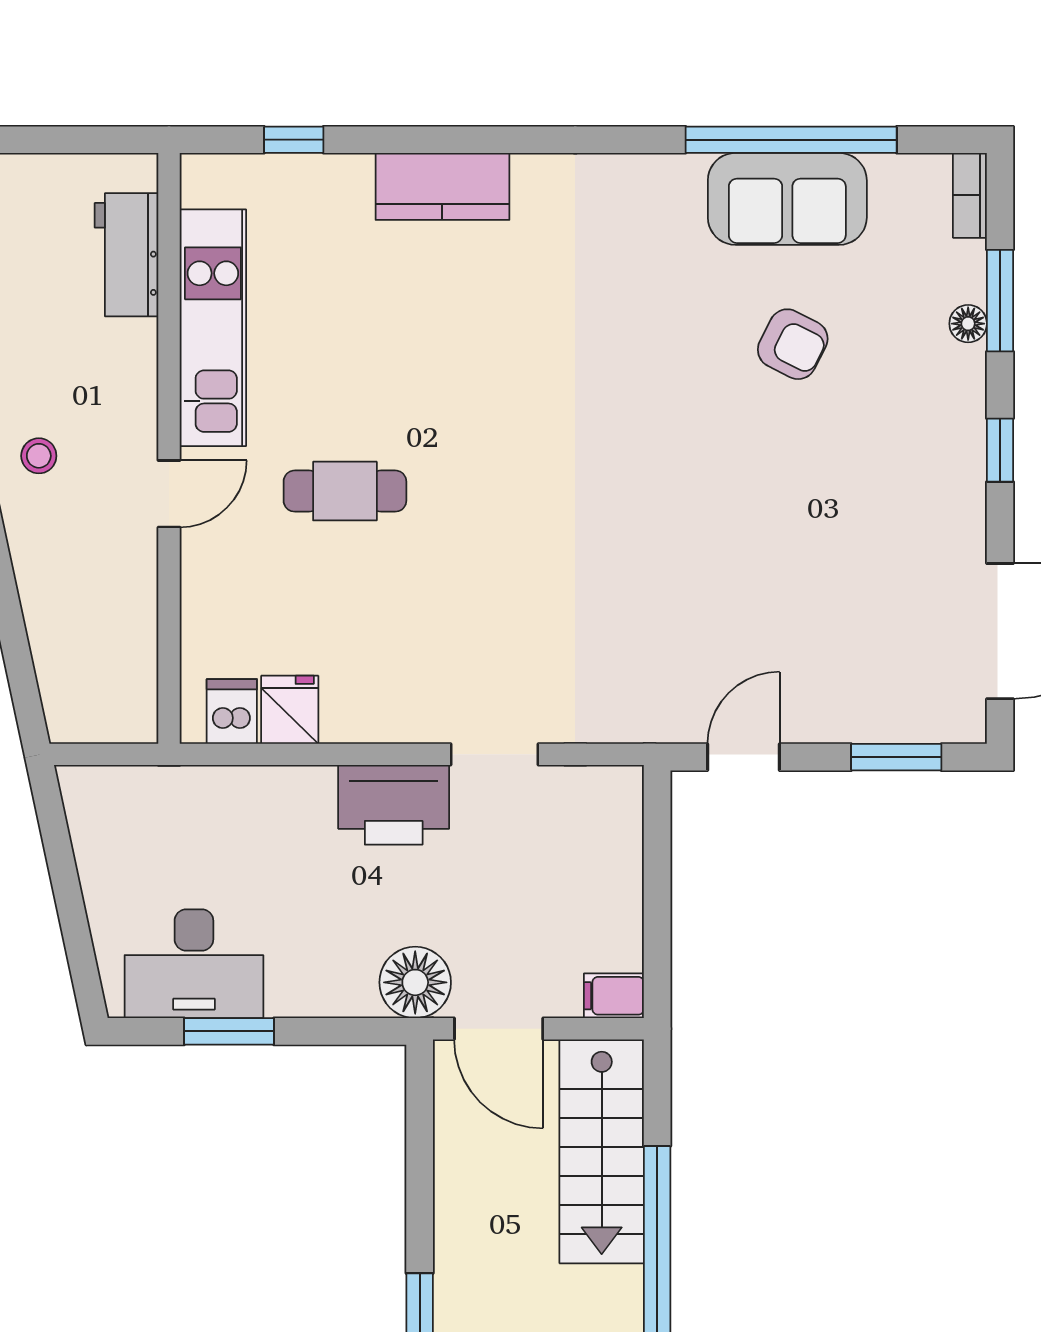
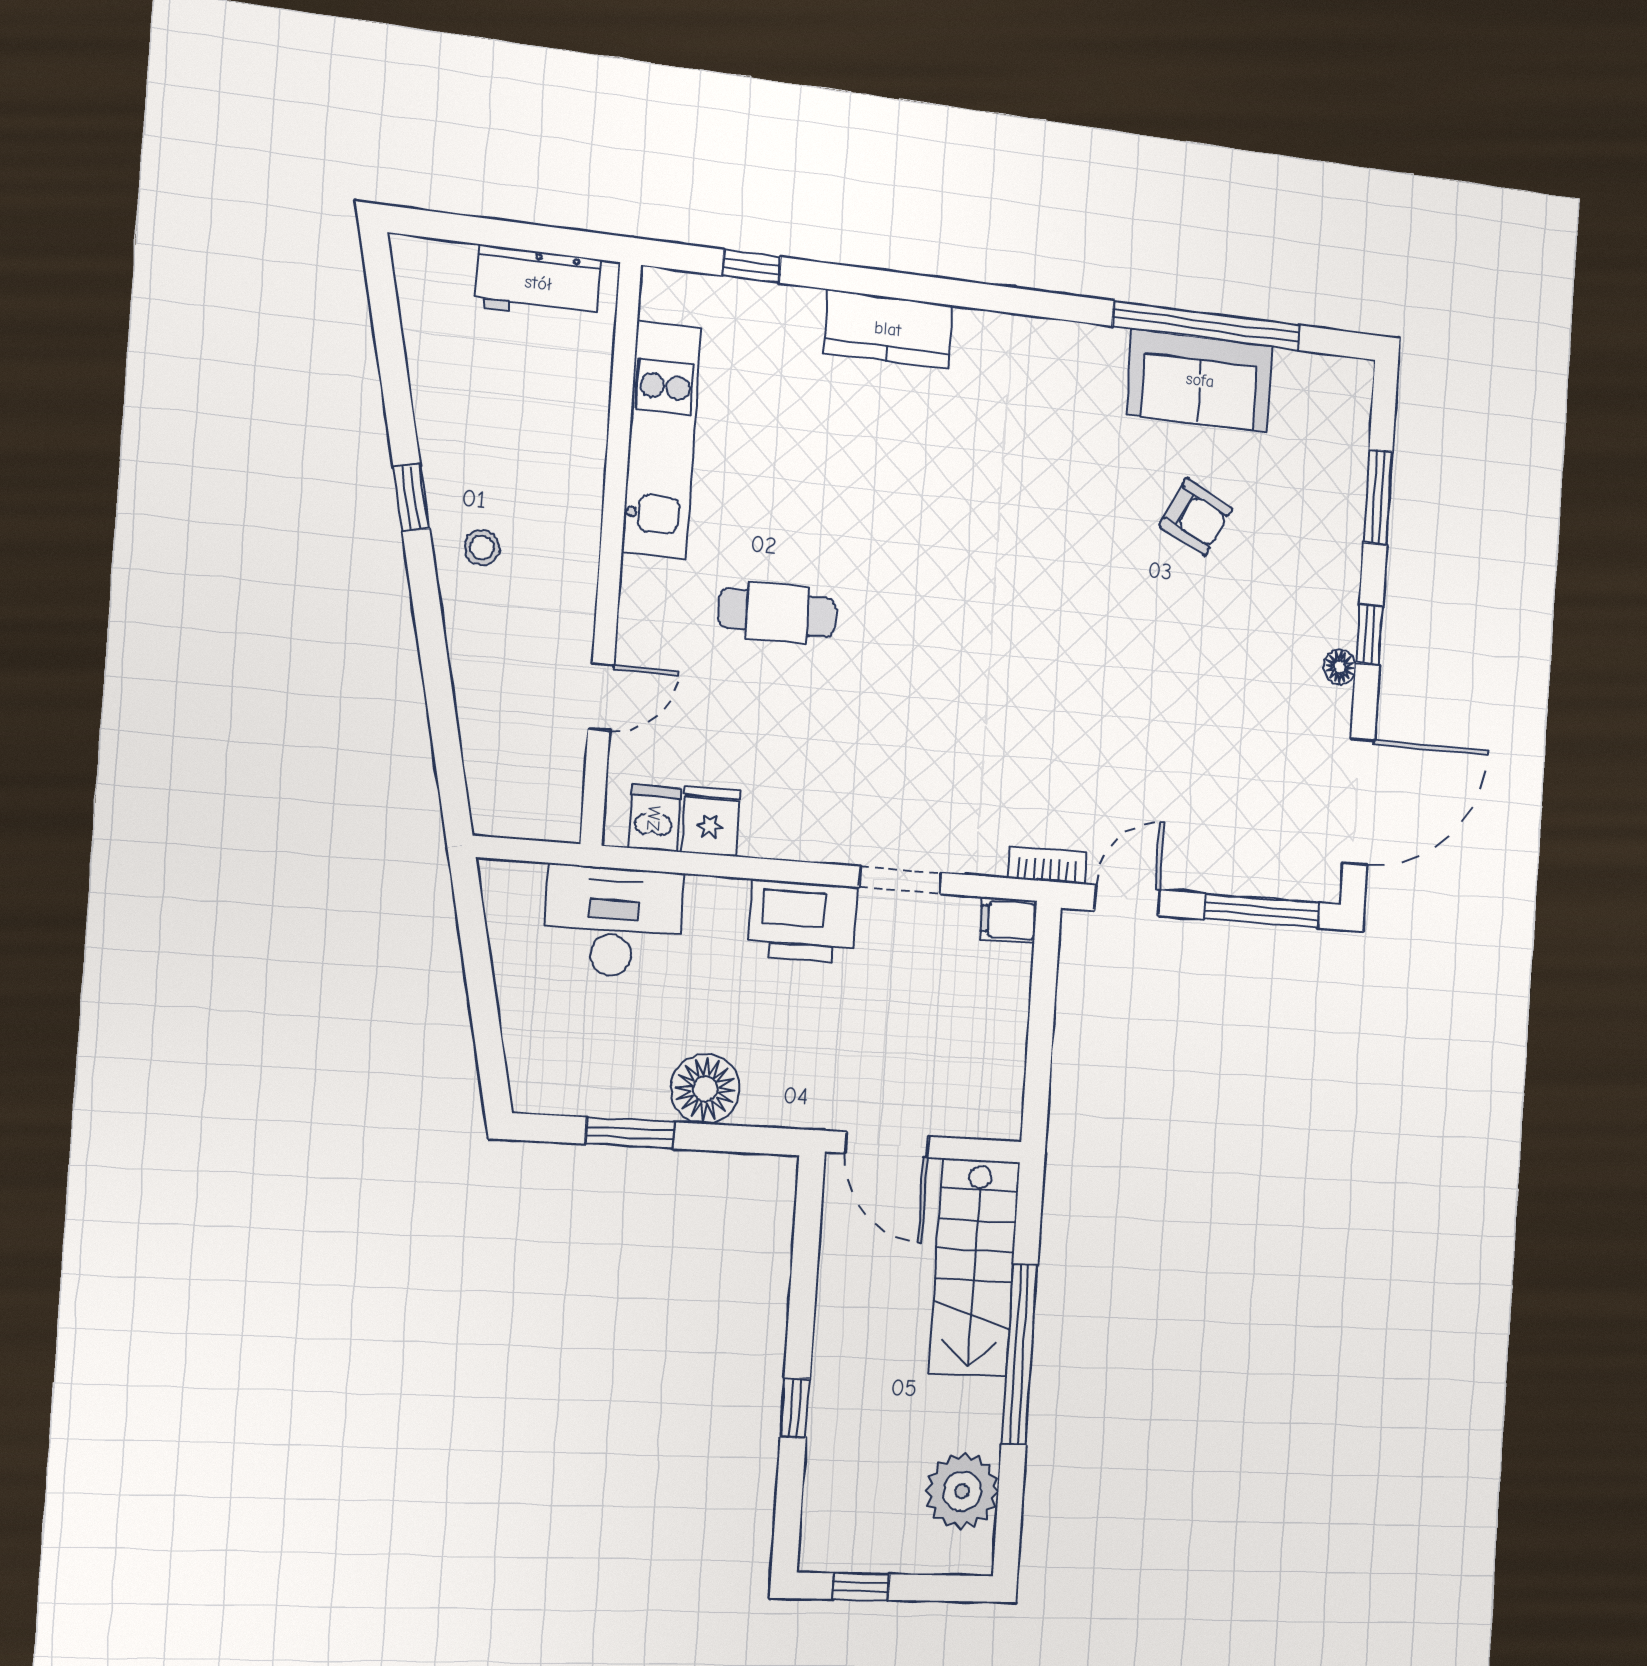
bookcase: (970, 195) -> (1047, 865), moved, turned 90
workbench: (127, 255) -> (538, 283), moved, turned -90
floor lamp: (968, 324) -> (1340, 667), moved
door: (169, 494) -> (601, 697), moved
window: (896, 757) -> (1262, 911), width x1.44
desk: (194, 964) -> (613, 922), moved, turned 180
floor lamp: (415, 982) -> (705, 1089), moved
filing cabinet: (614, 996) -> (1008, 920), moved

